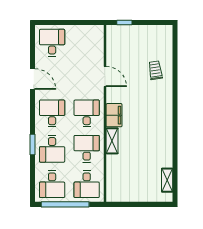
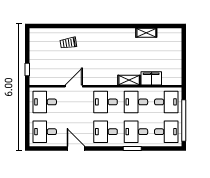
desk: (87, 43) -> (45, 102), added
door: (33, 79) -> (76, 149), hinge flipped
filing cabinet: (114, 115) -> (151, 78), moved
desk: (52, 149) -> (136, 132), turned 180
shelving: (167, 180) -> (146, 33), moved

